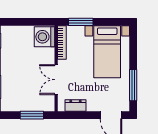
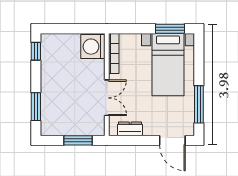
window: (81, 22) -> (170, 29), moved
double door: (56, 80) -> (107, 98), swing flipped

